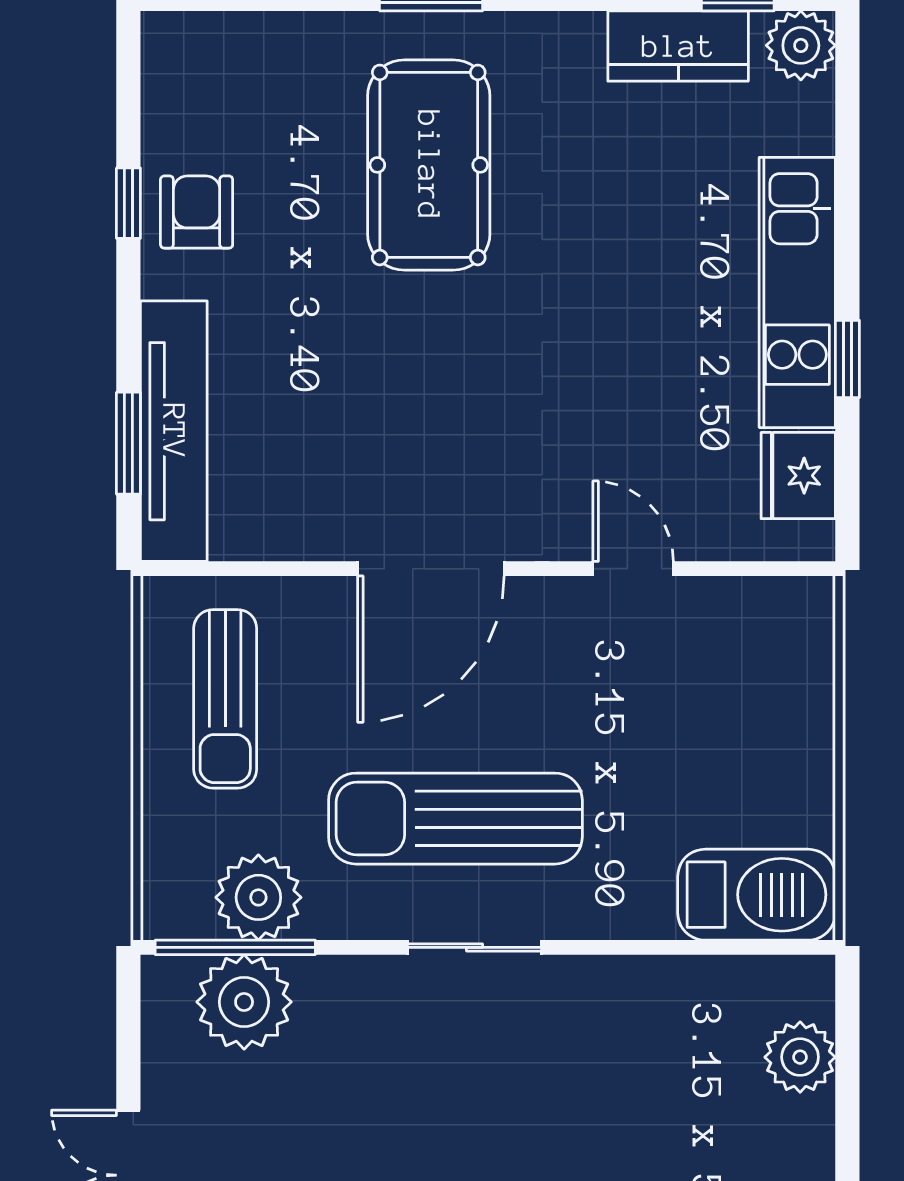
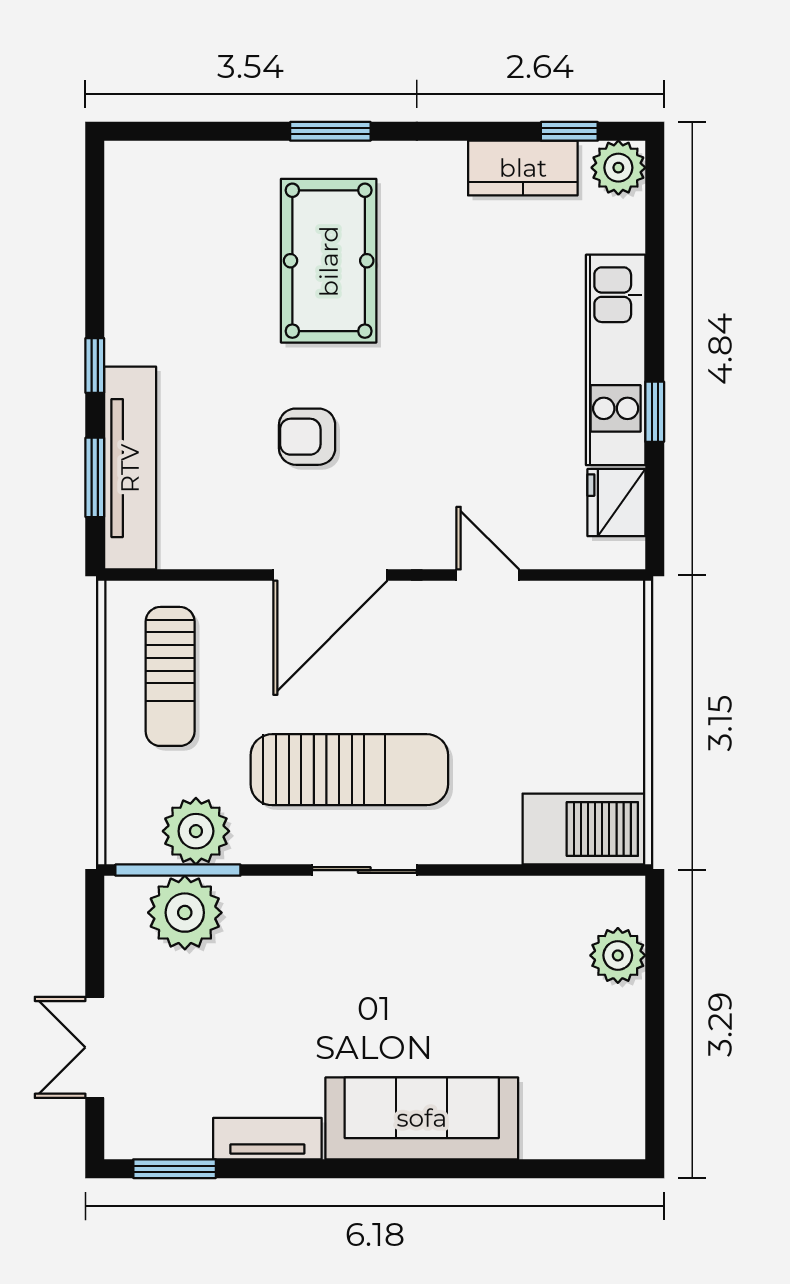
window: (128, 203) -> (95, 365), moved
armchair: (197, 212) -> (307, 437), moved, turned -90
sun lounger: (455, 819) -> (349, 770), turned 180

